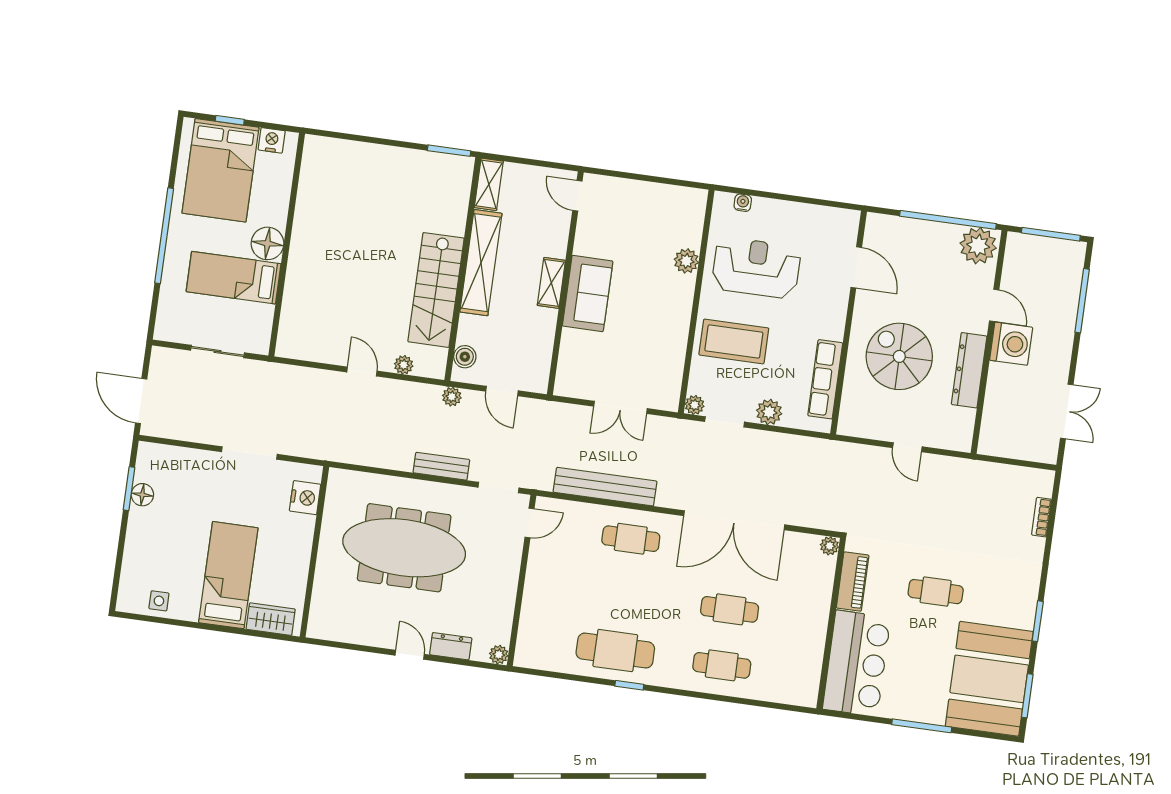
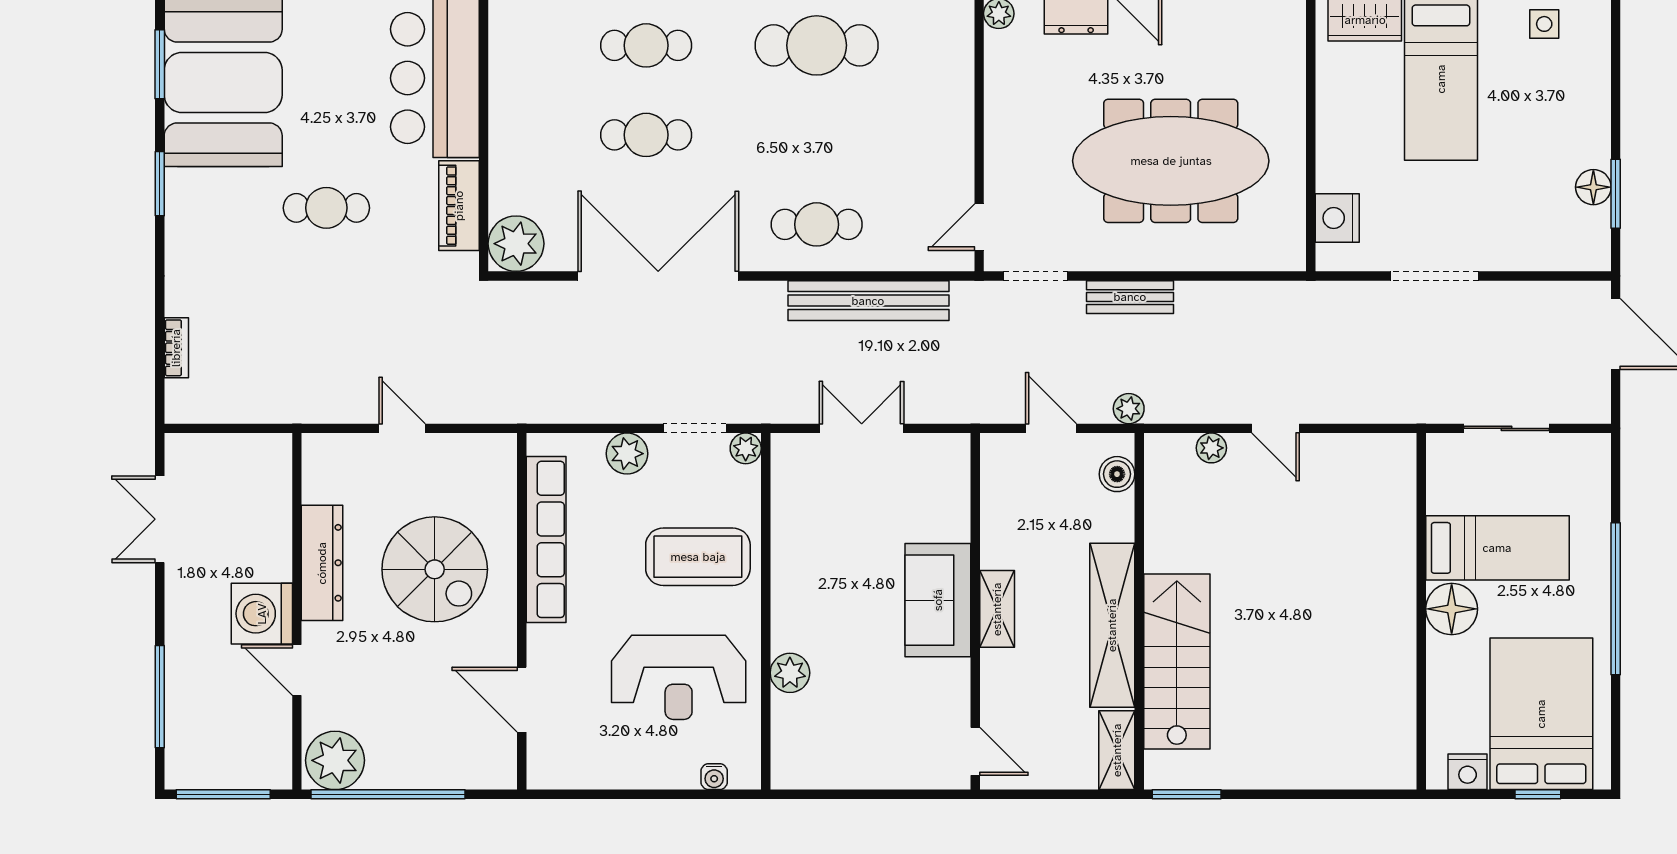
stairs: (436, 290) -> (1177, 661), moved
row of seats: (825, 379) -> (546, 539), width x1.36
plant: (829, 546) -> (516, 244), width x1.87, depth x1.87

